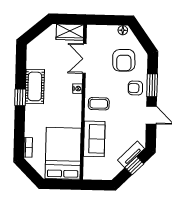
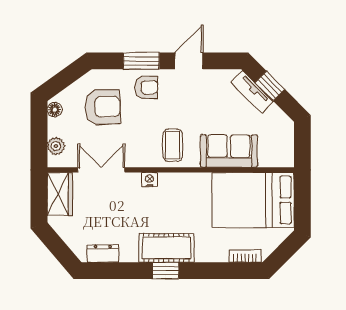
plant: (100, 31) -> (56, 146), added
dresser: (32, 58) -> (103, 253), added
double door: (84, 59) -> (101, 170), swing flipped
cot: (35, 86) -> (166, 248), moved
armchair: (135, 88) -> (146, 87), turned -90

